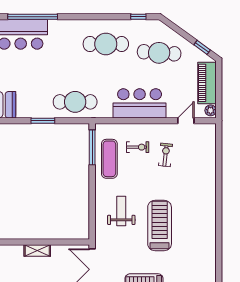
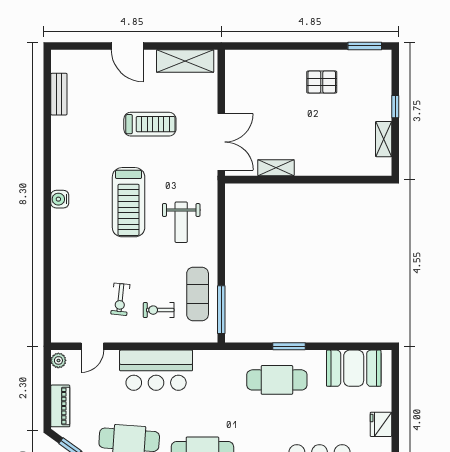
piano: (207, 83) -> (60, 406), width x0.73, depth x0.75
cafe table: (75, 102) -> (277, 380), moved
water cooler: (210, 228) -> (60, 199), added
shelving: (37, 251) -> (276, 168), moved

